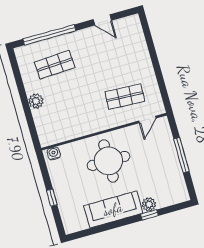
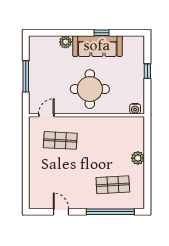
window: (149, 215) -> (101, 33), moved

